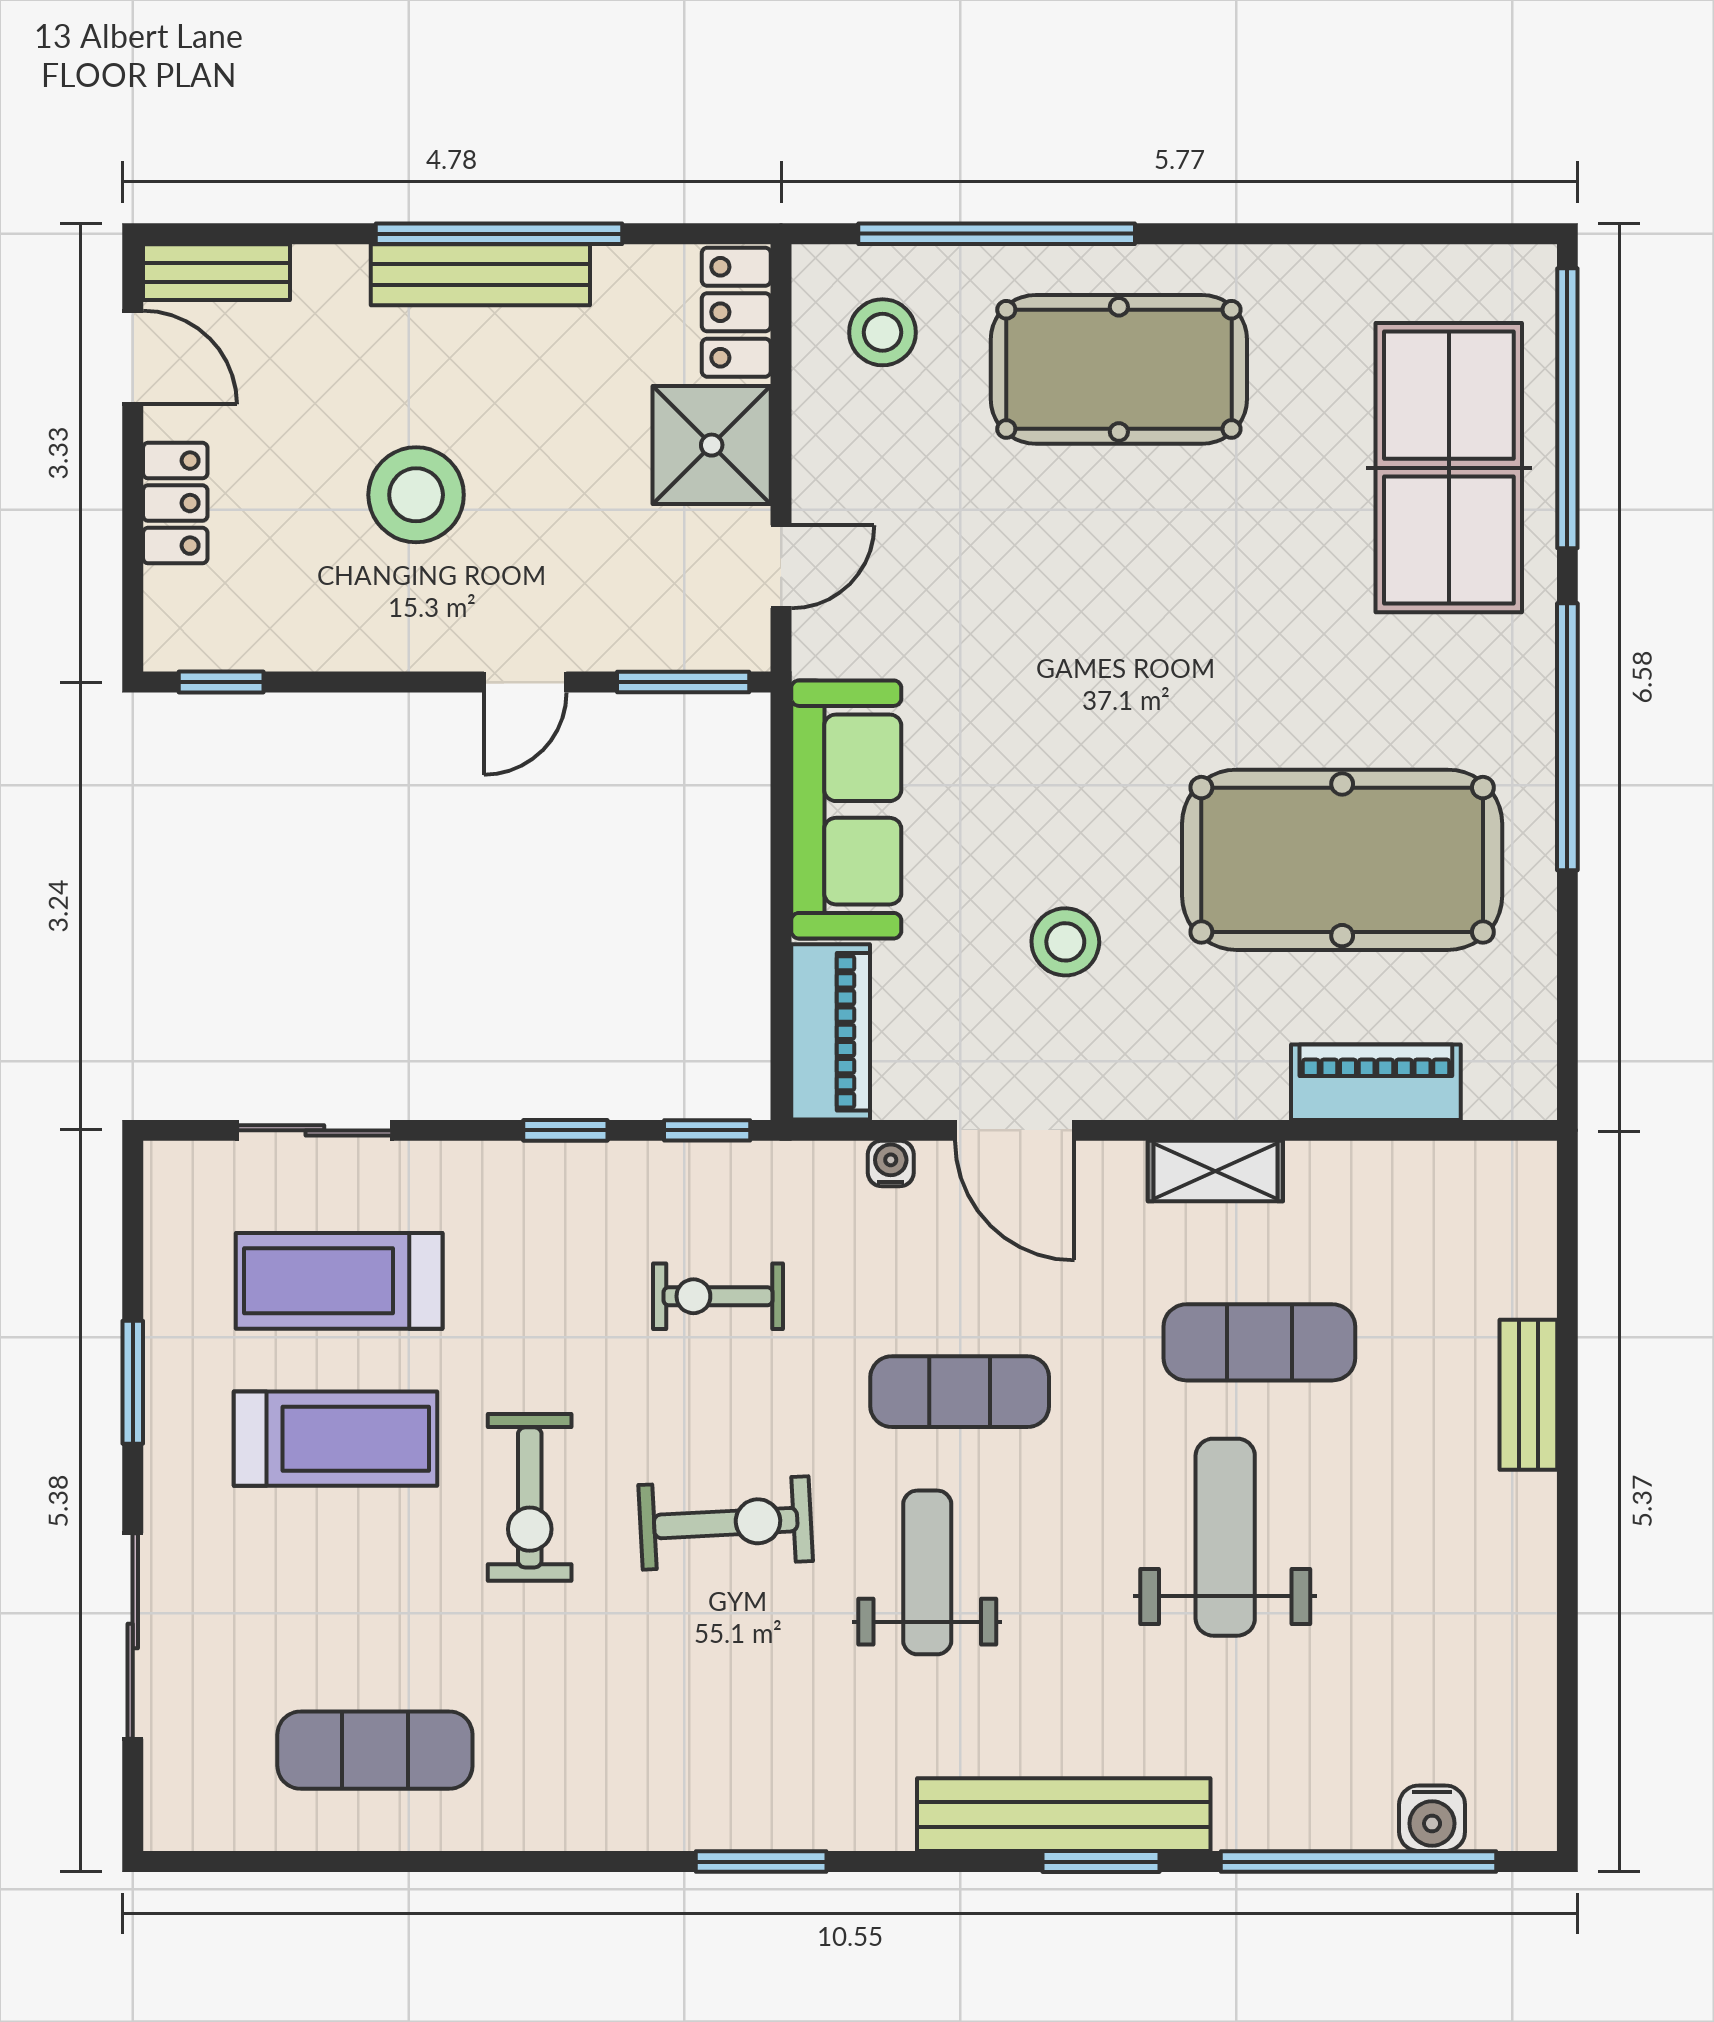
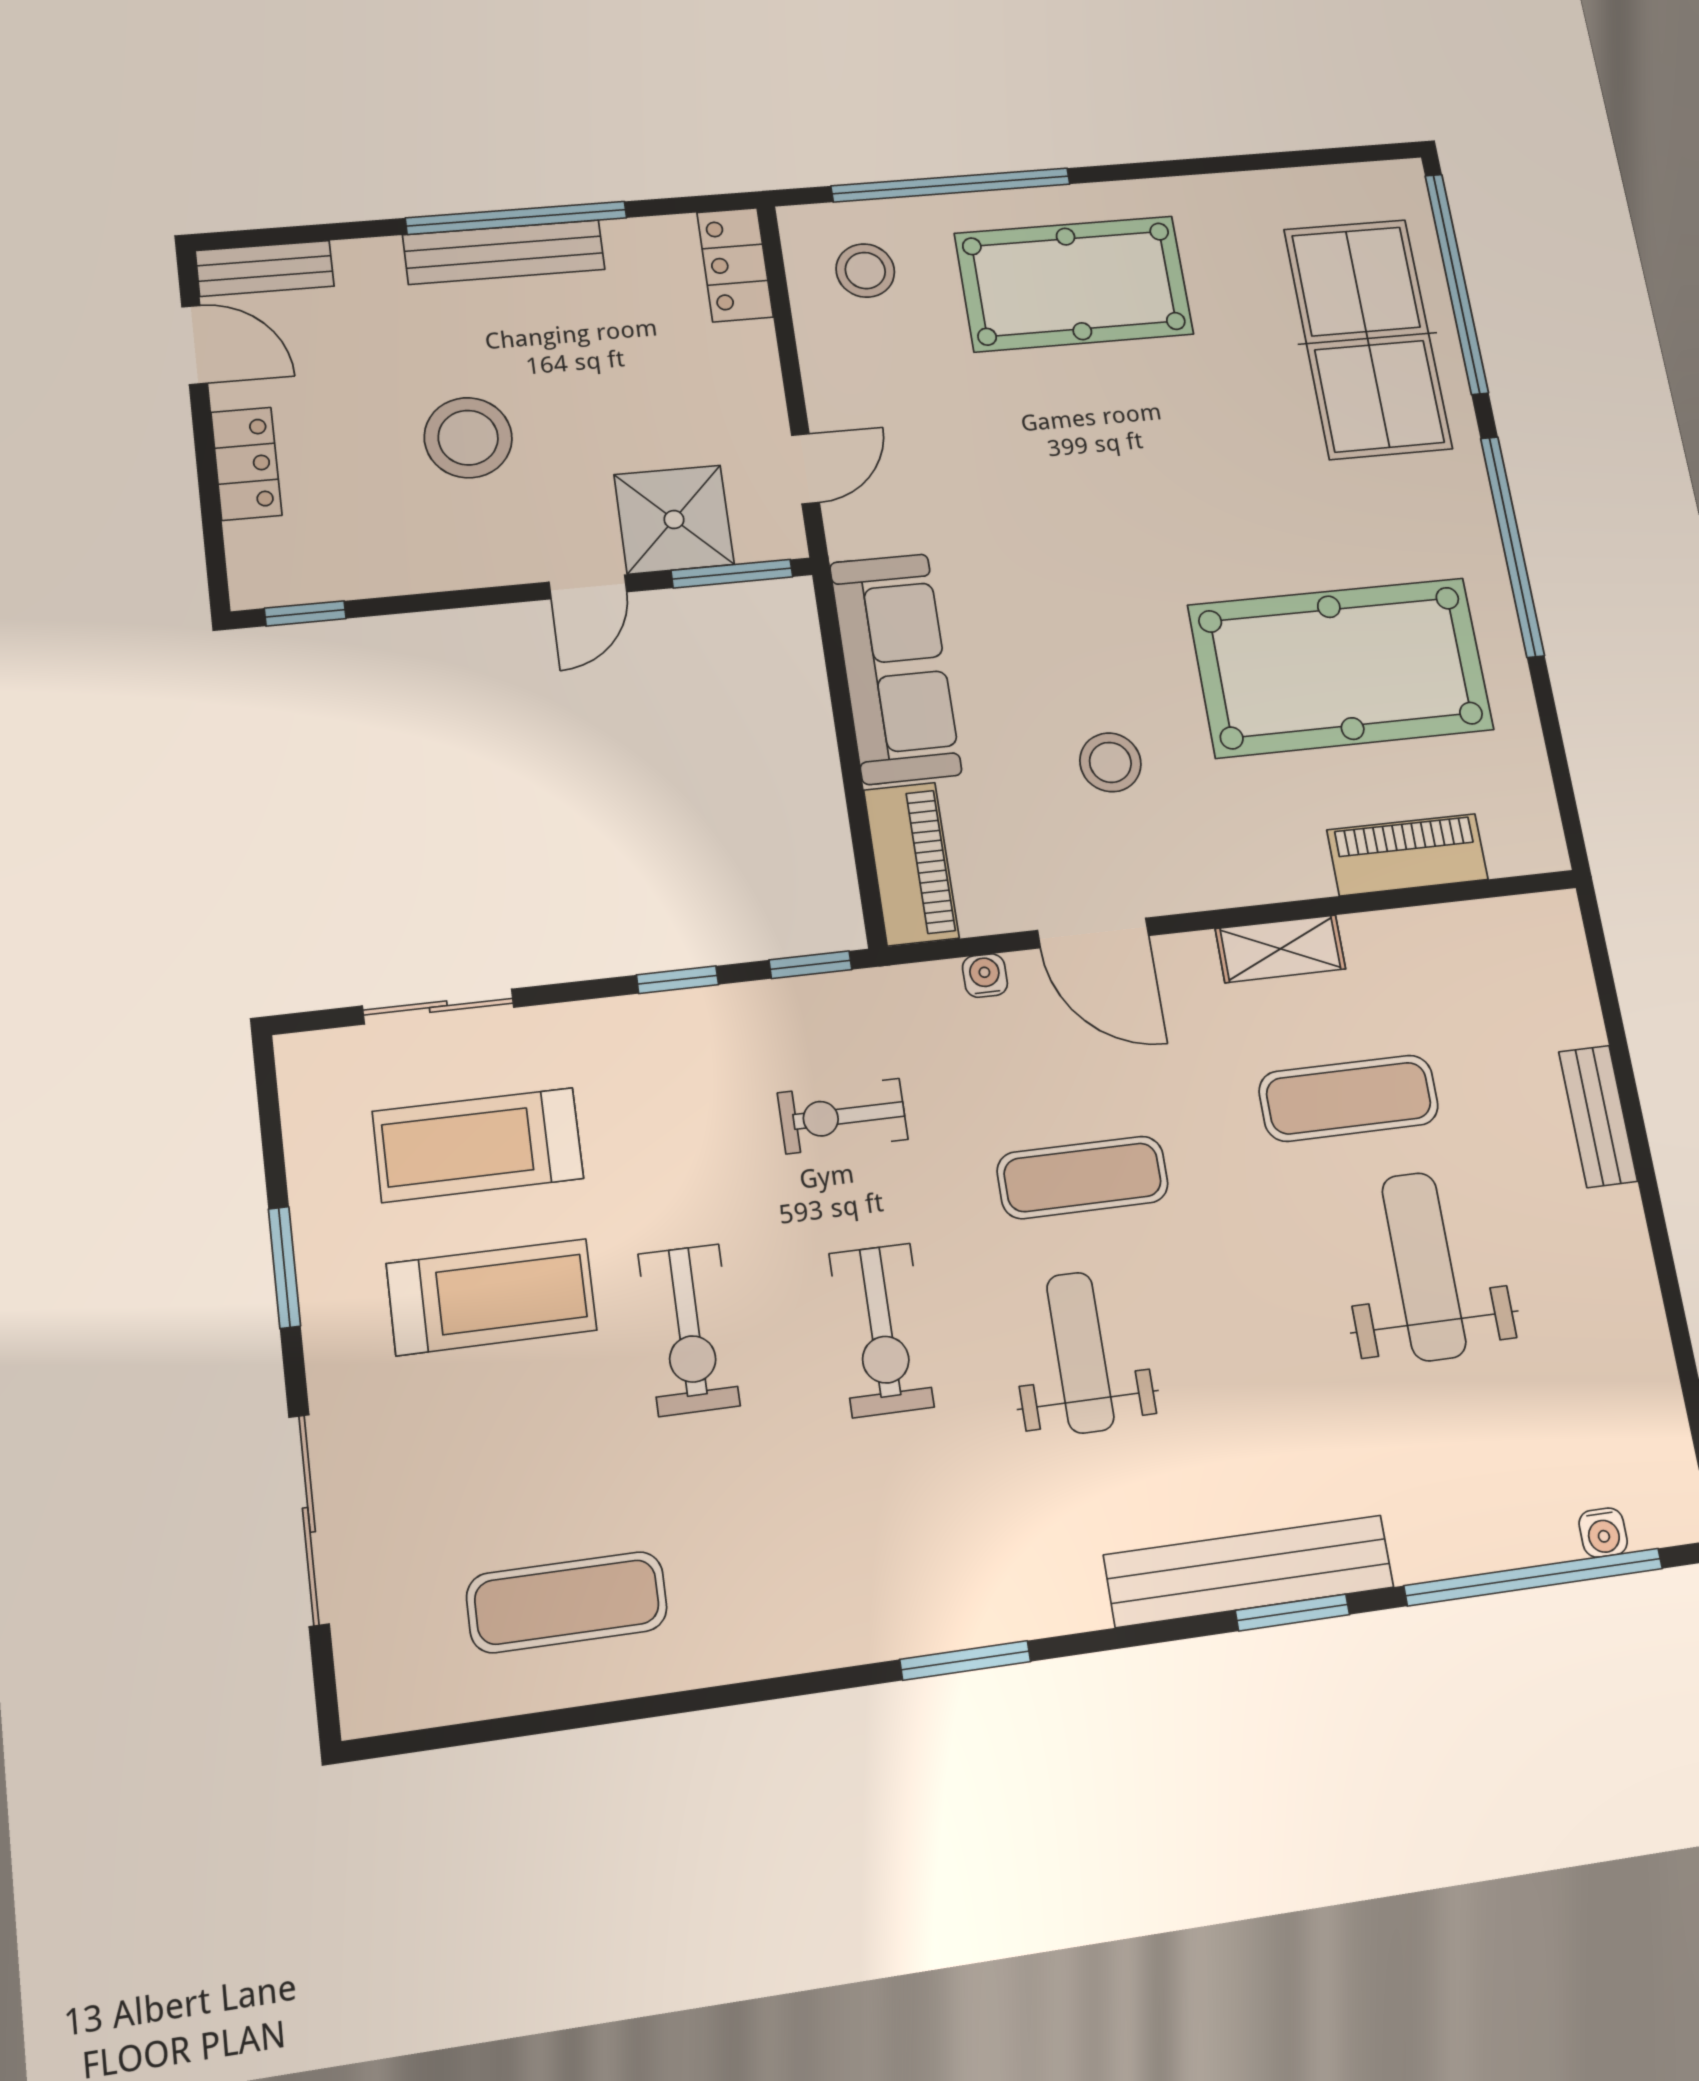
shower: (712, 445) -> (674, 519), moved
exercise bike: (726, 1523) -> (881, 1330), turned 93
weight bench: (1225, 1537) -> (1424, 1266), moved
water cooler: (1432, 1818) -> (1603, 1533), width x0.72, depth x0.72

